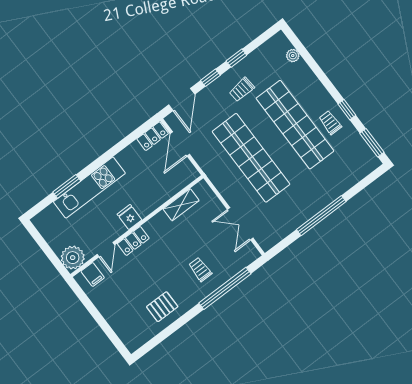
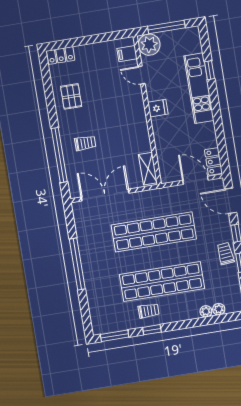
plant: (301, 67) -> (206, 311), added
trolley: (242, 90) -> (225, 254), moved
window: (67, 186) -> (210, 70), width x0.67
shelving: (181, 205) -> (148, 169), moved
double door: (240, 224) -> (105, 195), width x1.37
locker: (133, 241) -> (61, 55), moved, turned -90
window: (47, 250) -> (166, 27), added

